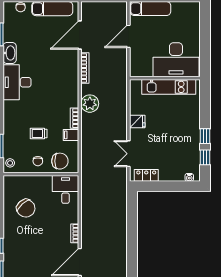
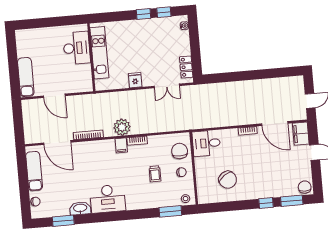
desk: (176, 60) -> (77, 48), width x0.73, depth x0.77
filing cabinet: (71, 135) -> (121, 145), moved
chair: (26, 208) -> (228, 180), turned 97

